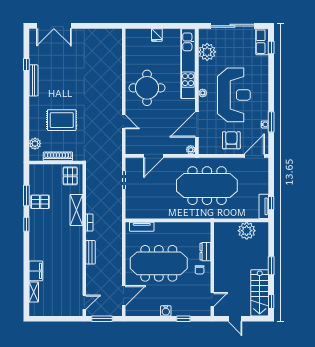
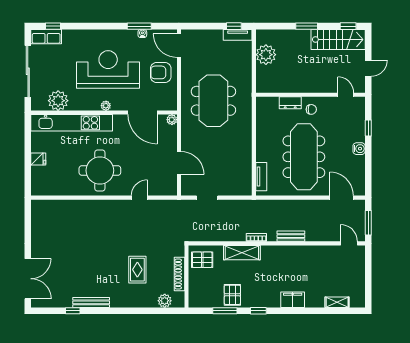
rug: (62, 120) -> (137, 270), width x0.73, depth x0.70
meeting table: (207, 186) -> (213, 101), width x0.73
filing cabinet: (36, 271) -> (293, 300), moved

